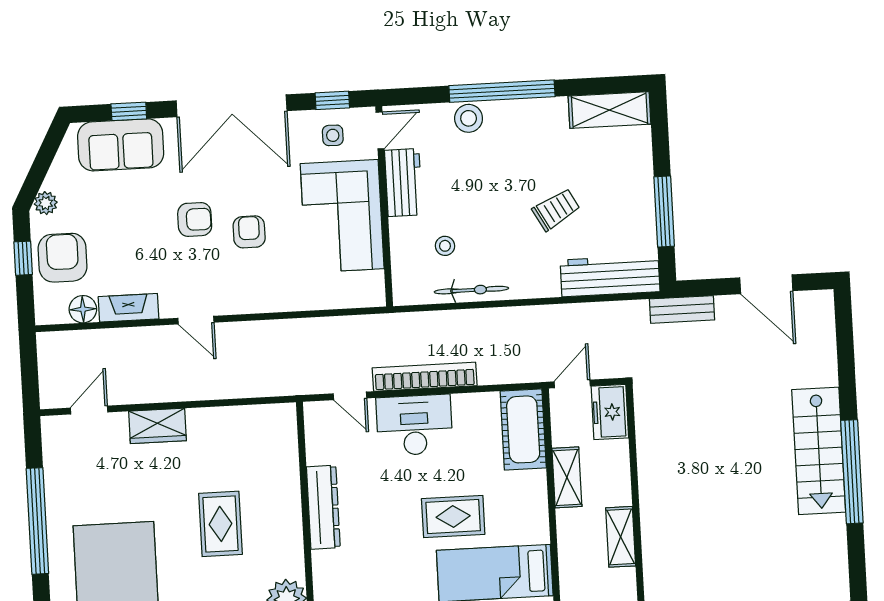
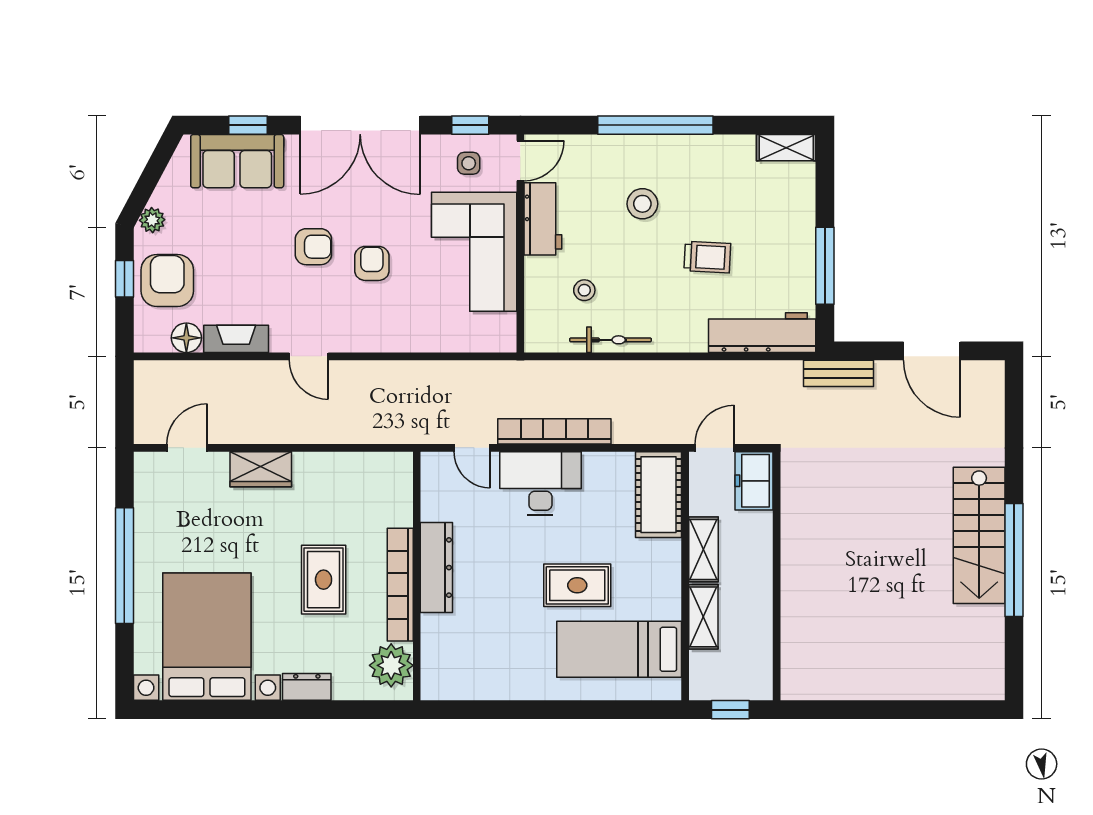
shelving: (610, 110) -> (786, 148), width x0.67, depth x0.75
stool: (469, 118) -> (642, 204), moved
trolley: (556, 209) -> (707, 257), turned 32
bookcase: (291, 525) -> (400, 585), added
shelving: (621, 537) -> (703, 617), moved

